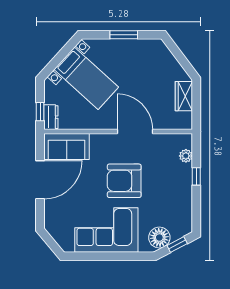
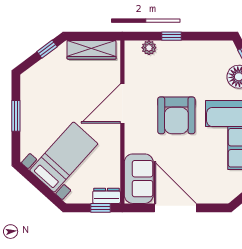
window: (185, 63) -> (47, 49), added
wardrobe: (184, 96) -> (92, 50), width x1.50

